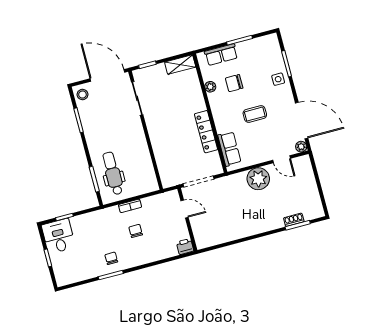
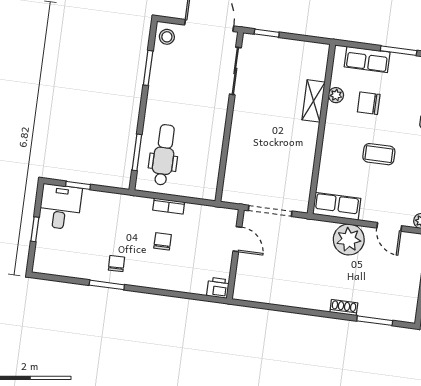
shelving: (180, 65) -> (313, 101), moved, turned 90
locker: (206, 132) -> (306, 151), removed
row of seats: (229, 149) -> (337, 206), moved, turned -90
shoe rack: (294, 220) -> (344, 308), moved

